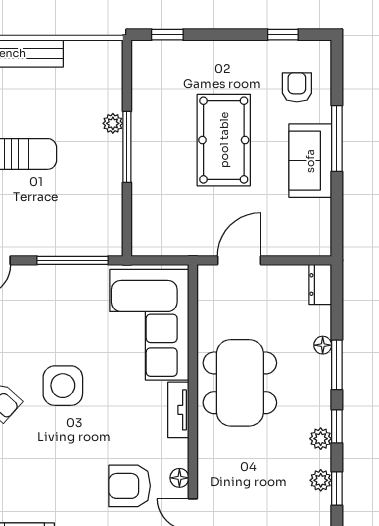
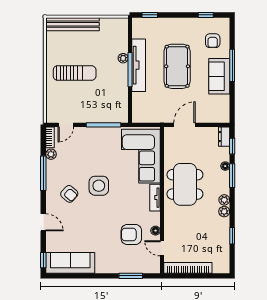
armchair: (297, 87) -> (213, 41), turned 180
tv unit: (145, 138) -> (139, 65), added
window: (337, 426) -> (232, 146), moved
plant: (321, 480) -> (224, 200), moved

